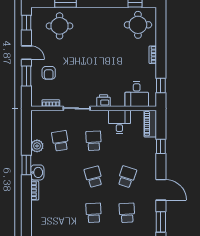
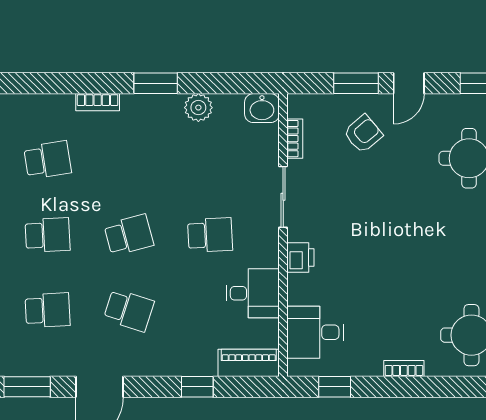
armchair: (49, 73) -> (363, 134), turned 140
school desk: (60, 141) -> (48, 160), moved
washbasin: (37, 172) -> (262, 108), moved

